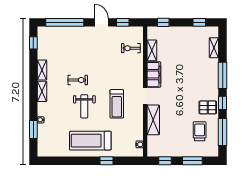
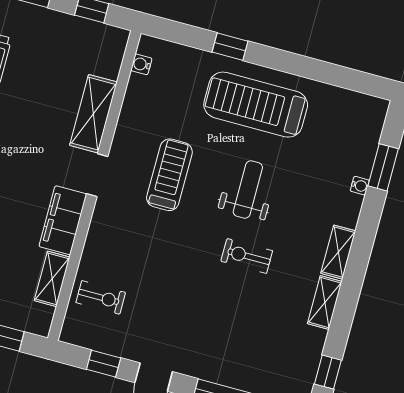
treadmill: (90, 141) -> (256, 105), turned 180

